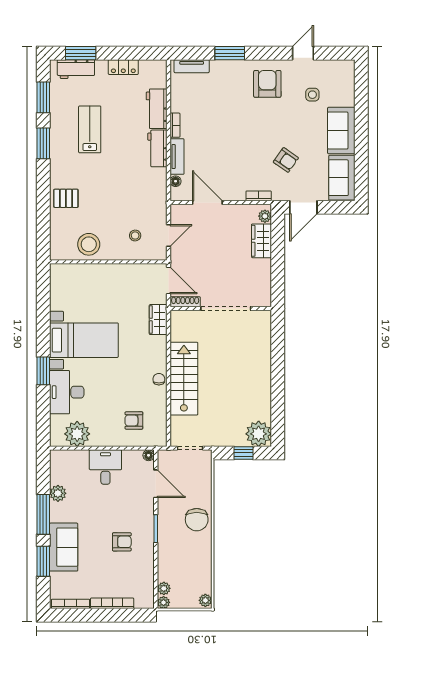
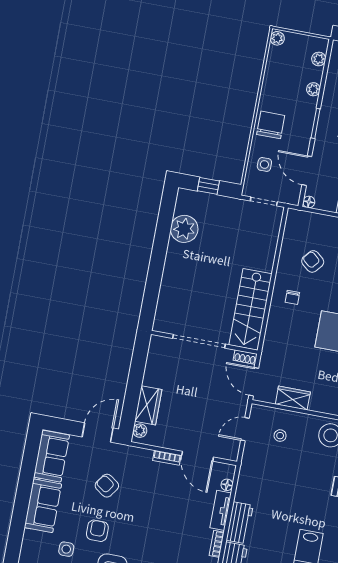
armchair: (287, 117) -> (97, 531), added
bookcase: (259, 196) -> (167, 458), moved
shoe rack: (185, 302) -> (245, 357), width x0.70
wardrobe: (158, 320) -> (293, 398), moved, turned -90
chair: (159, 379) -> (292, 297), moved
stairs: (184, 379) -> (250, 309), moved
armchair: (134, 420) -> (313, 261), moved, turned -140
plant: (259, 434) -> (184, 229), moved
side table: (196, 482) -> (264, 164), added
plant: (164, 602) -> (313, 89), moved

